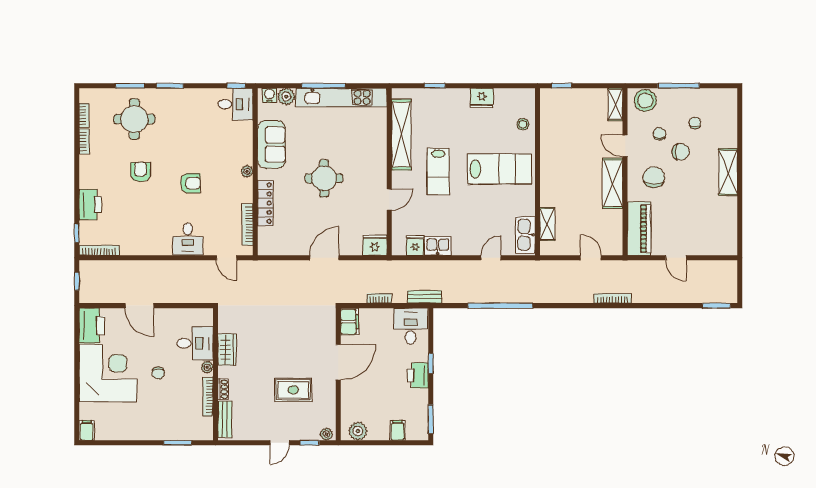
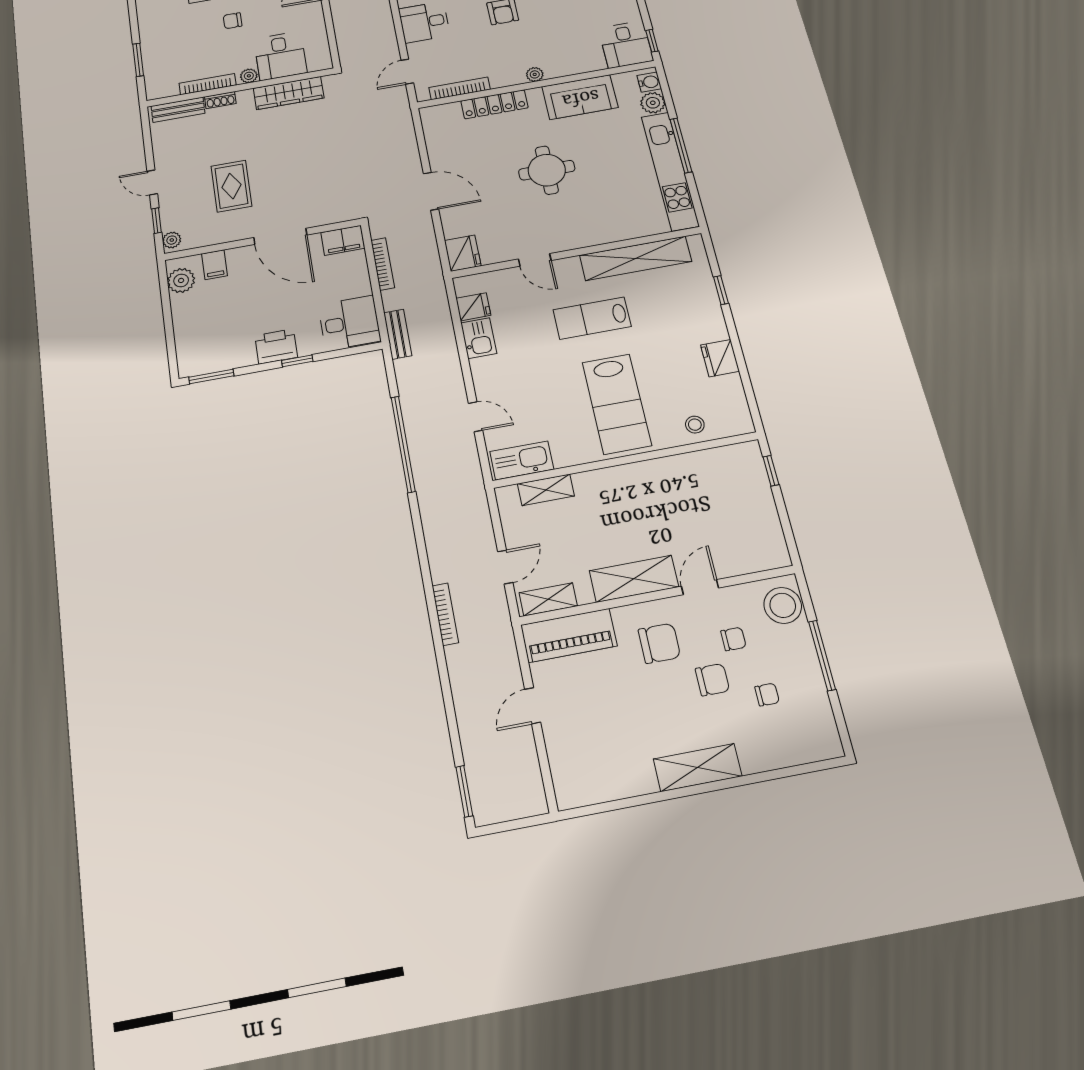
shelving: (615, 104) -> (548, 599), moved
chair: (681, 152) -> (712, 680), turned -90
bookcase: (379, 298) -> (383, 264), width x1.56
wardrobe: (227, 350) -> (289, 93), width x1.50
filing cabinet: (398, 430) -> (215, 265), moved, turned 90

